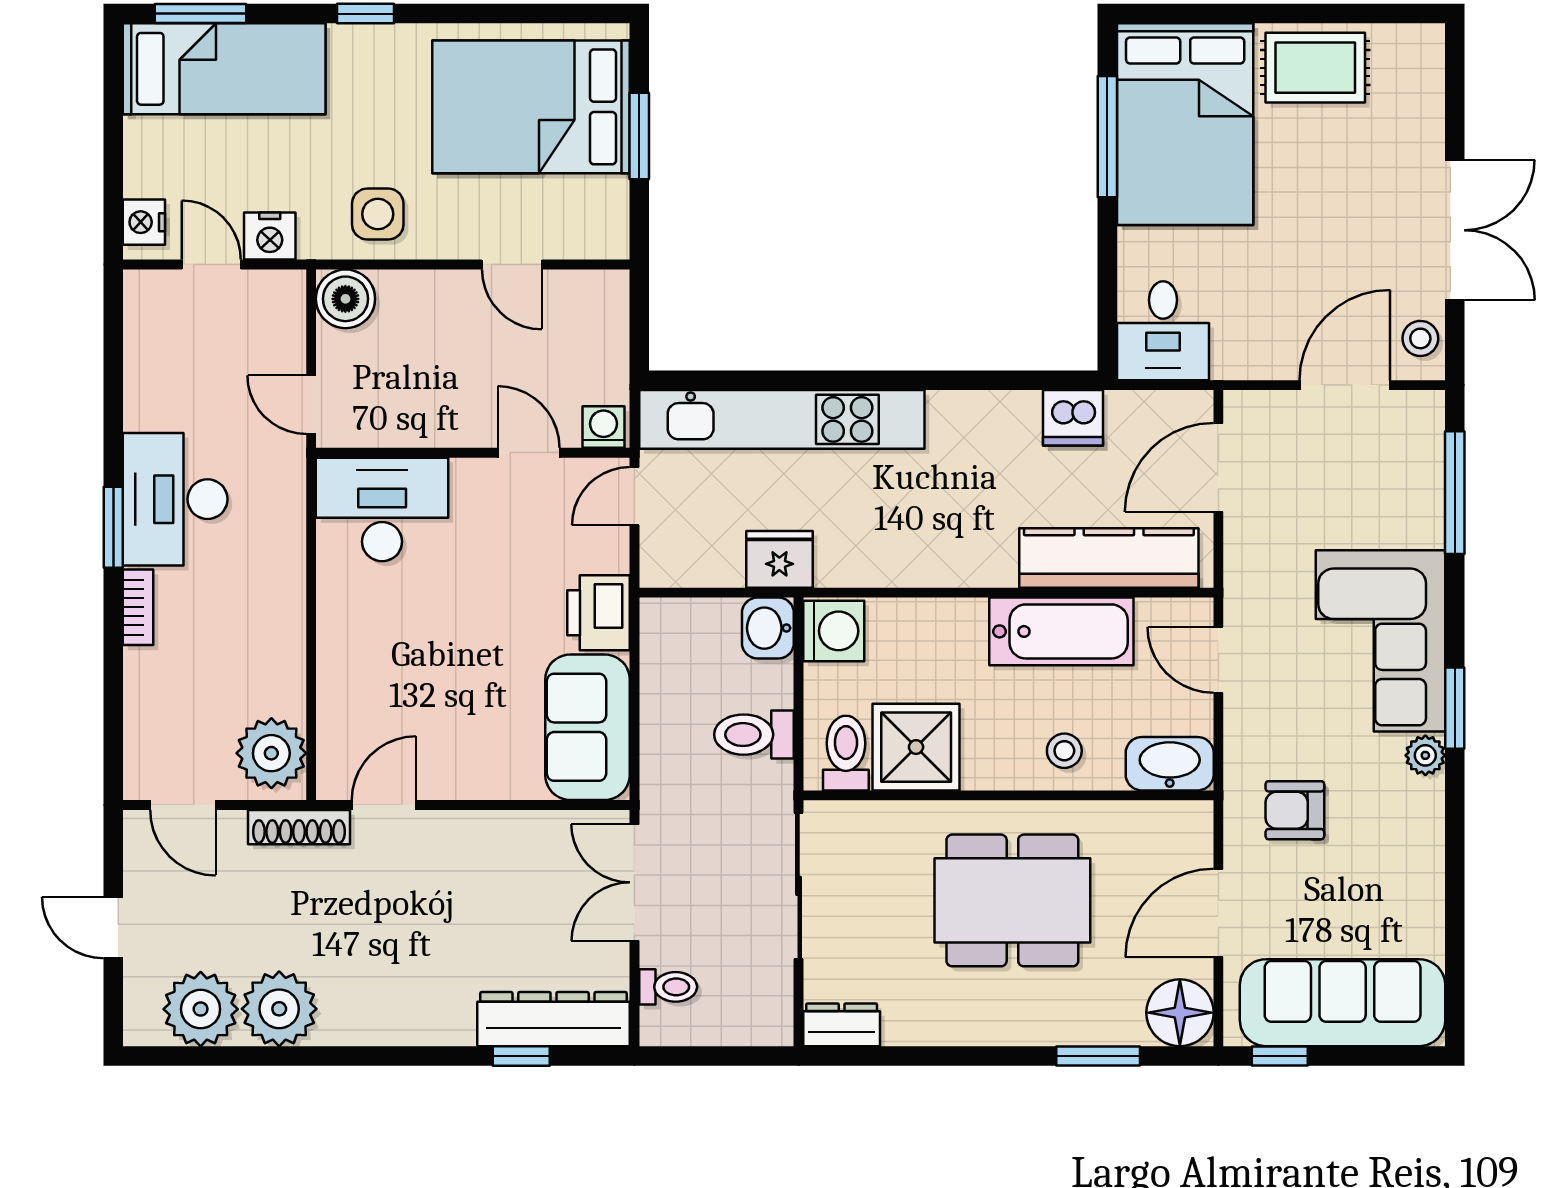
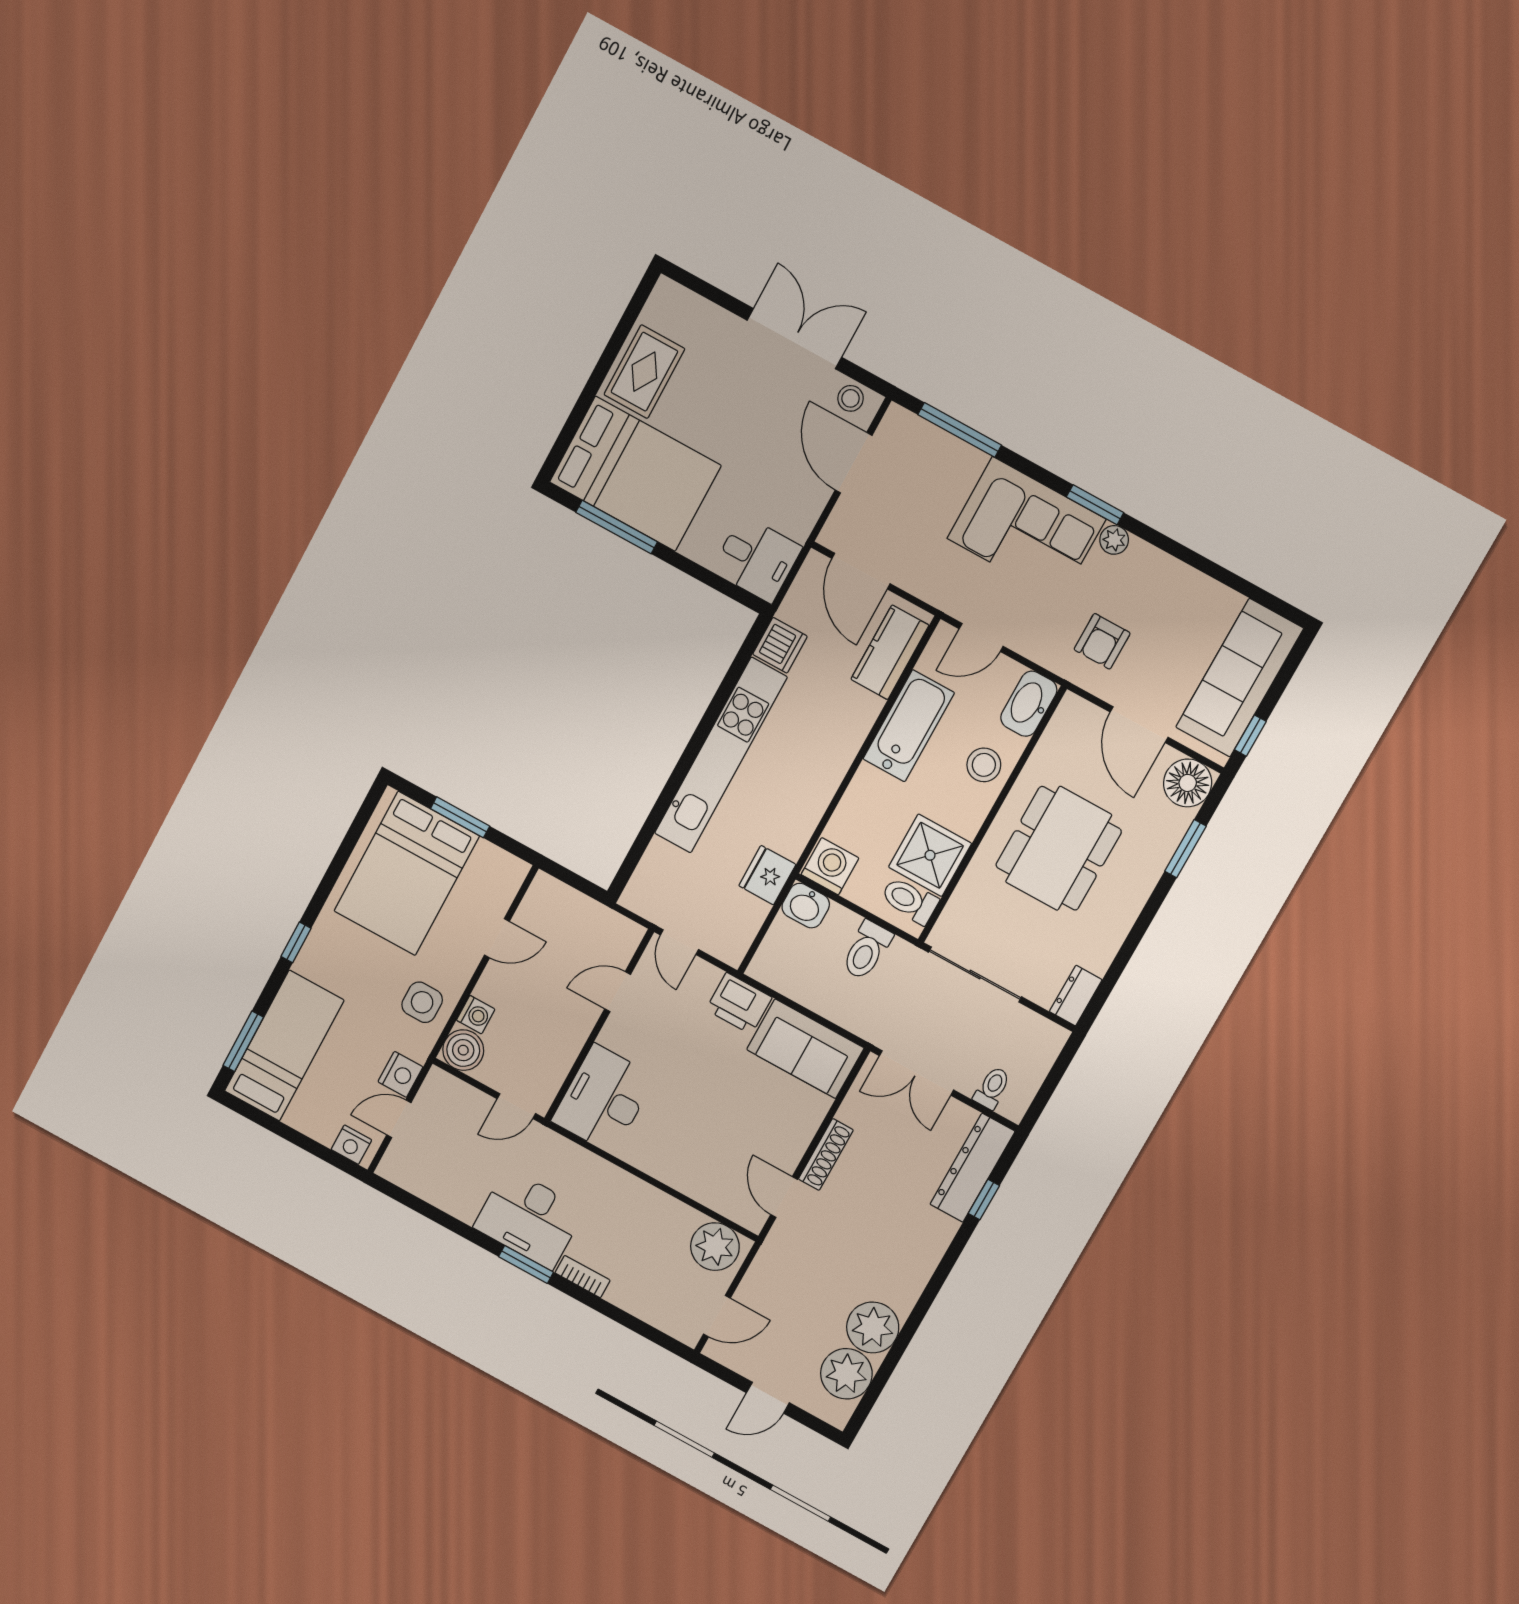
kitchen unit: (782, 419) -> (721, 755), moved
washing machine: (604, 427) -> (476, 1015), moved, turned 180
kitchen counter: (1109, 558) -> (890, 652), width x0.67
stool: (1064, 751) -> (984, 765), width x1.37, depth x1.37
shoe rack: (299, 827) -> (826, 1154), moved

